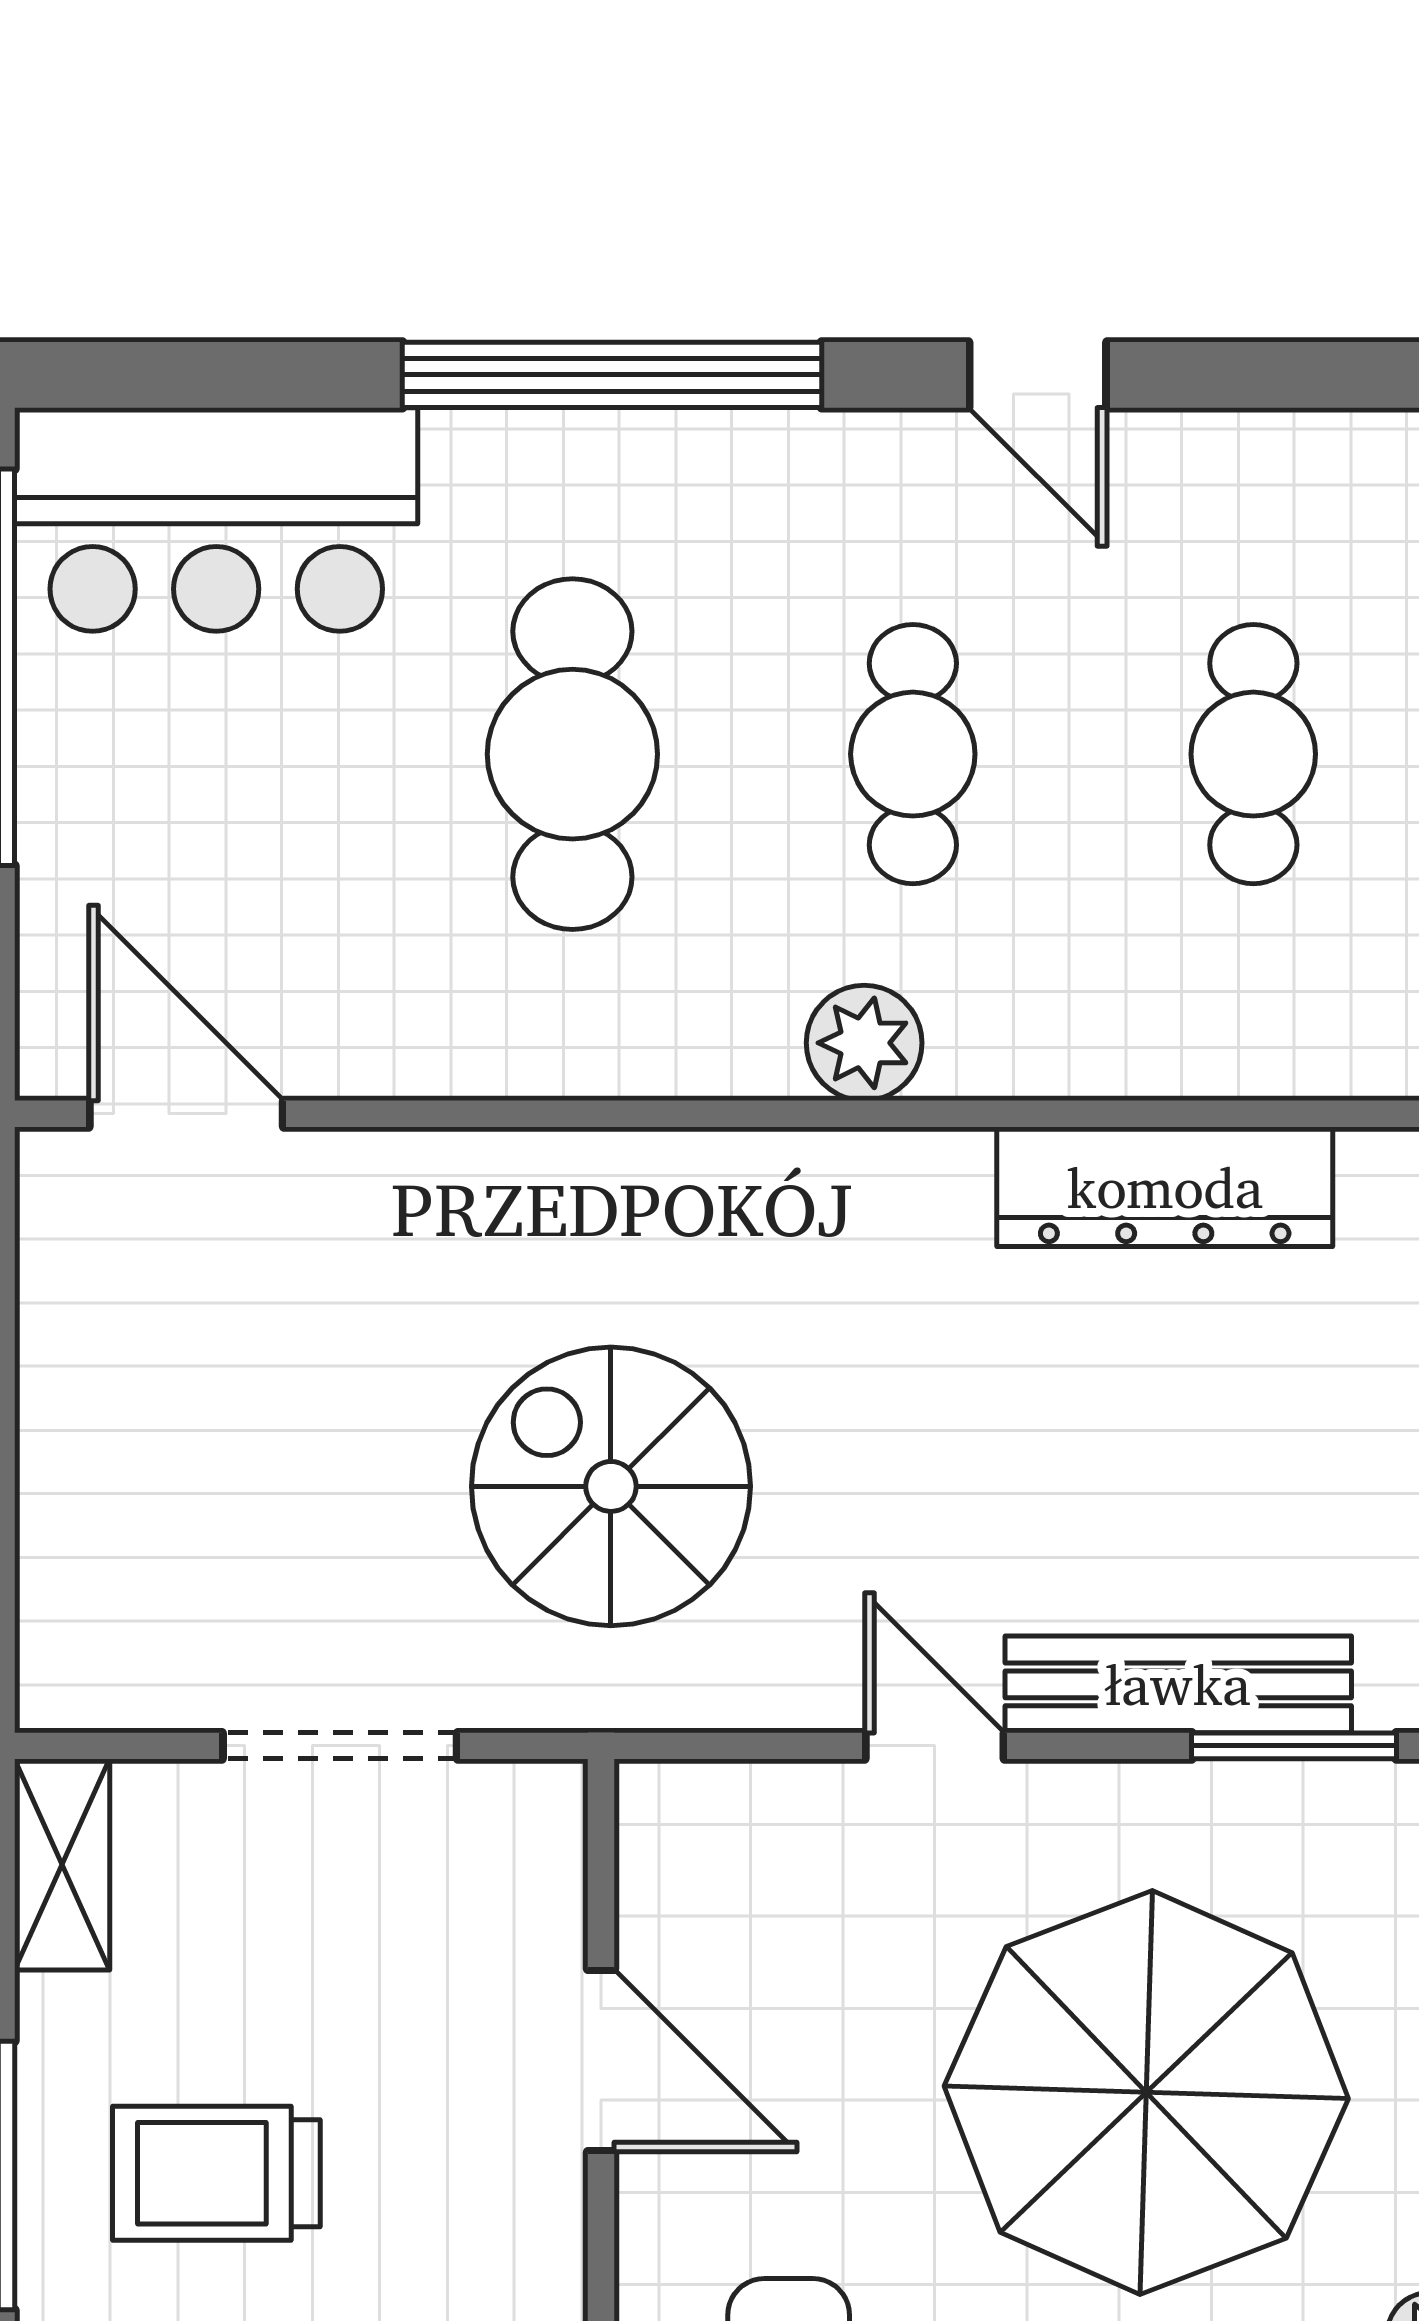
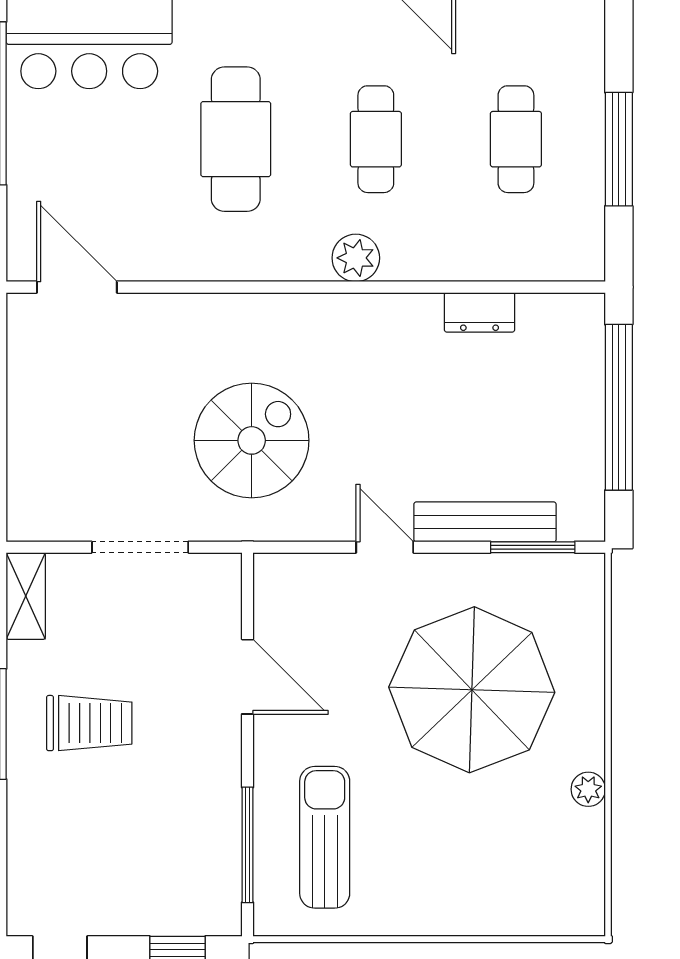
dresser: (1165, 1187) -> (479, 312), width x0.51, depth x0.80
spiral stairs: (611, 1486) -> (252, 440), turned 90
trolley: (216, 2173) -> (89, 723), turned 180

